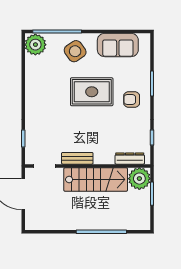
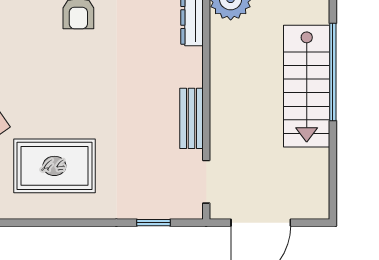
rug: (92, 92) -> (54, 166), moved, turned 90
stairs: (96, 179) -> (307, 86), moved, turned 180

